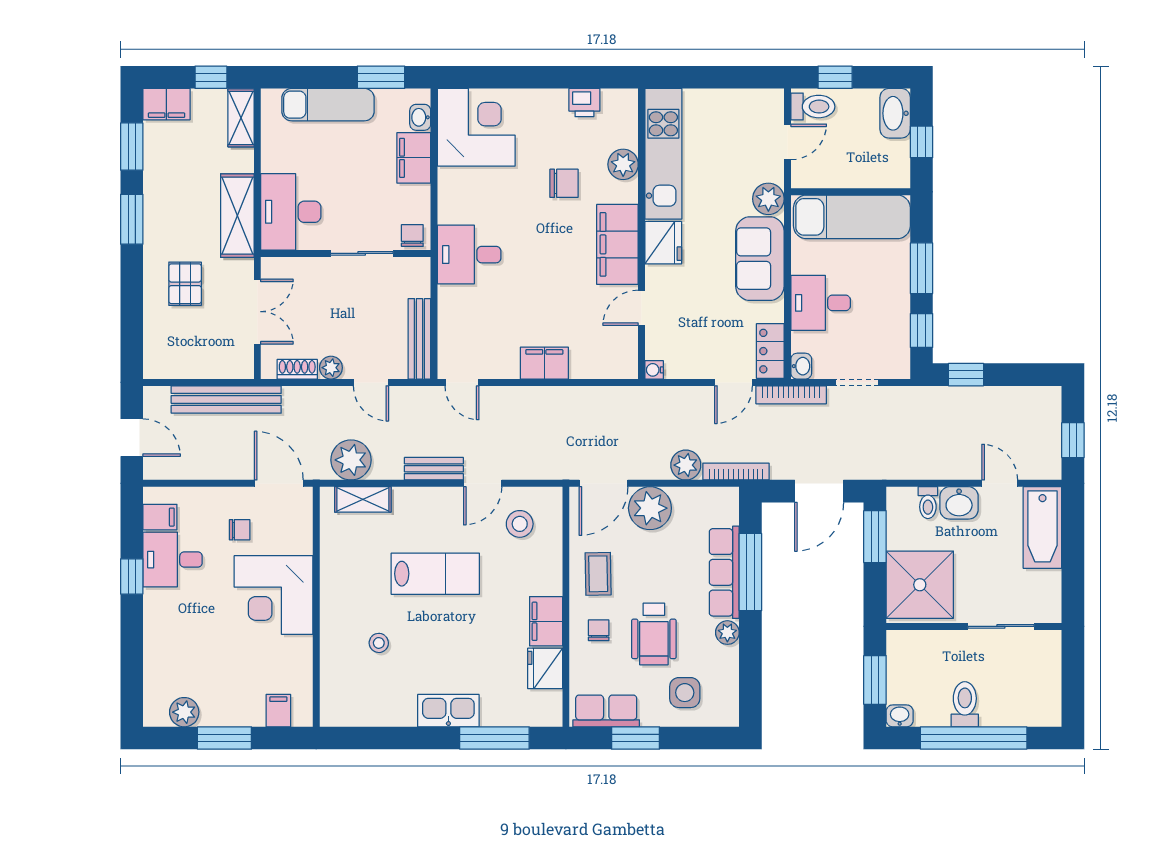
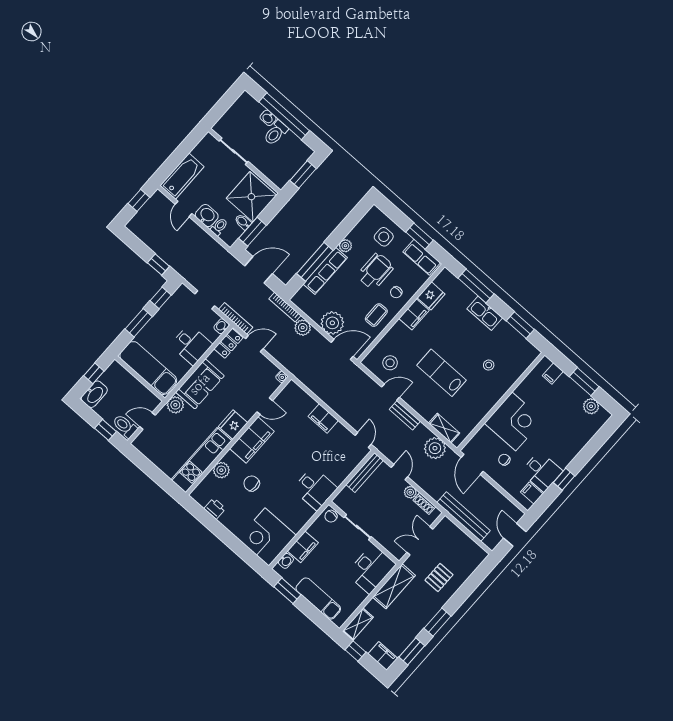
bidet: (901, 539) -> (243, 222), added
washbasin: (900, 716) -> (268, 118), moved
window: (384, 738) -> (520, 325), added

